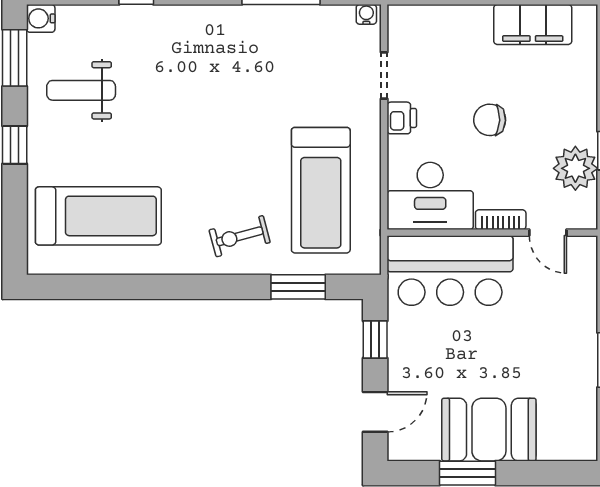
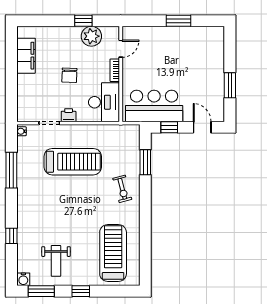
treadmill: (321, 190) -> (73, 162), moved
bar counter: (450, 271) -> (154, 106), moved, turned -90
booth: (489, 430) -> (210, 76), removed

